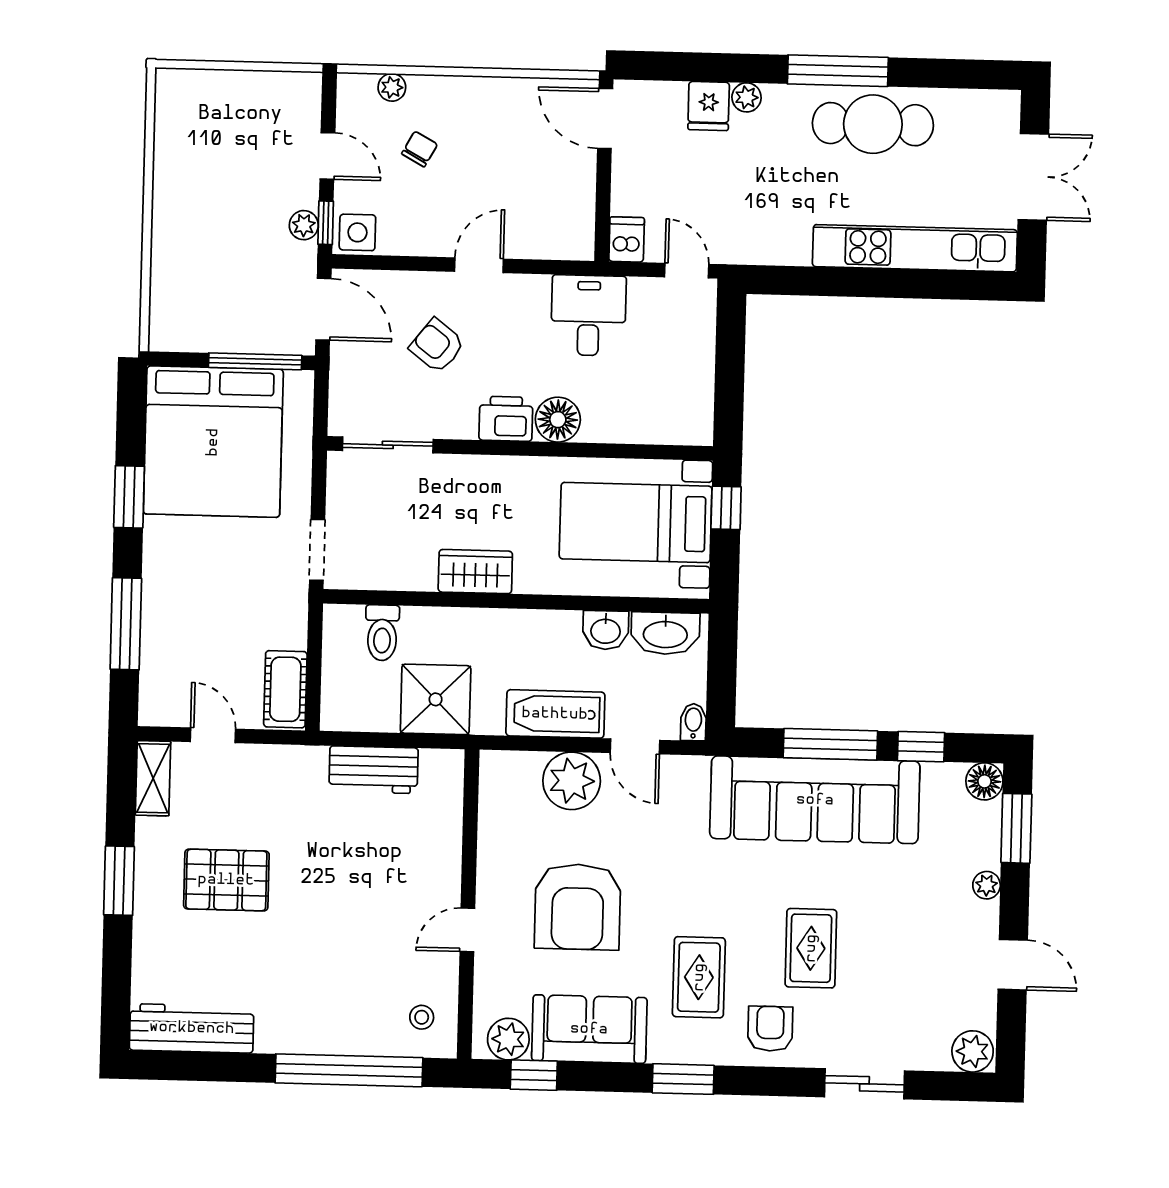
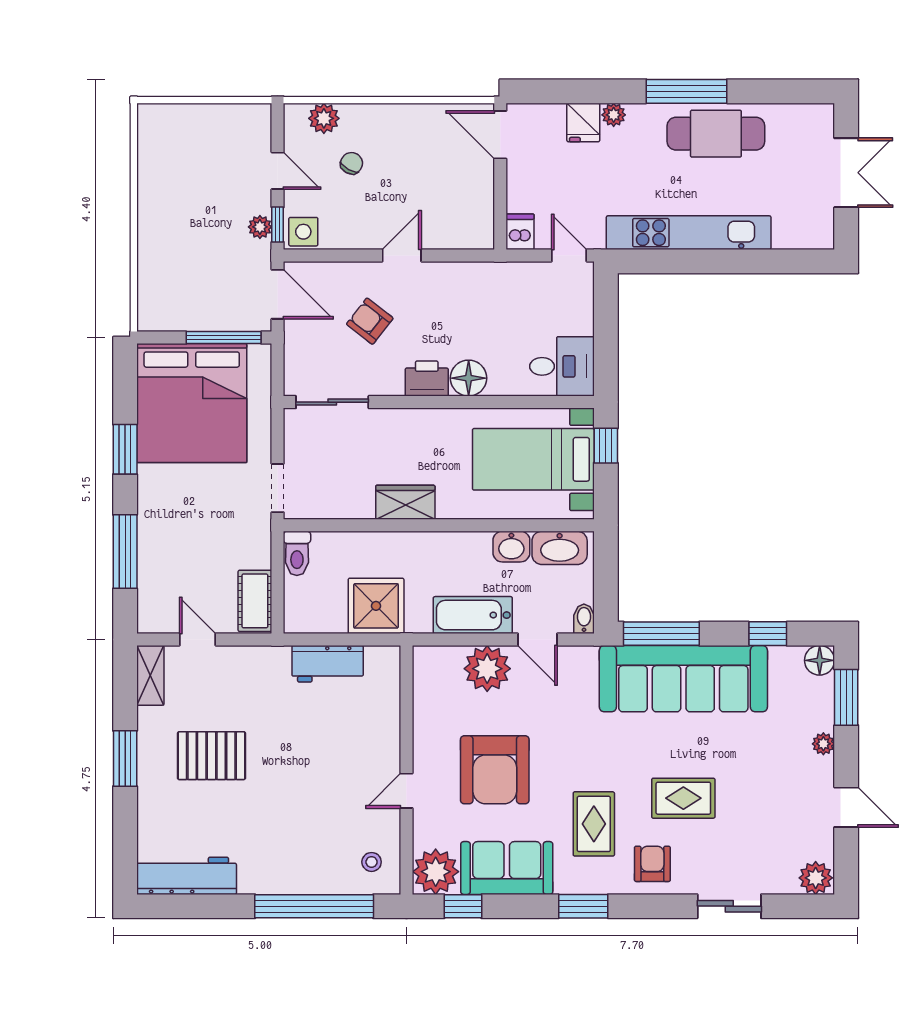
plant: (392, 87) -> (324, 118), width x1.38, depth x1.38
kitchen unit: (915, 248) -> (689, 233), moved
desk: (589, 315) -> (562, 366), moved, turned 90
toilet: (382, 633) -> (297, 553), moved
window: (830, 744) -> (661, 634), moved
rug: (811, 948) -> (683, 798), turned 90
plant: (508, 1039) -> (436, 872), width x1.36, depth x1.36

